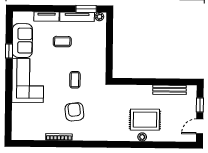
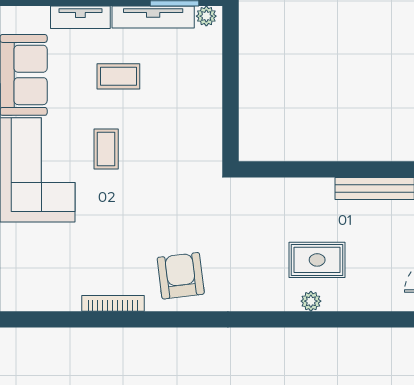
coffee table: (75, 80) -> (106, 149), moved
armchair: (74, 112) -> (181, 276), moved
rug: (145, 120) -> (317, 260), width x0.73, depth x0.70

